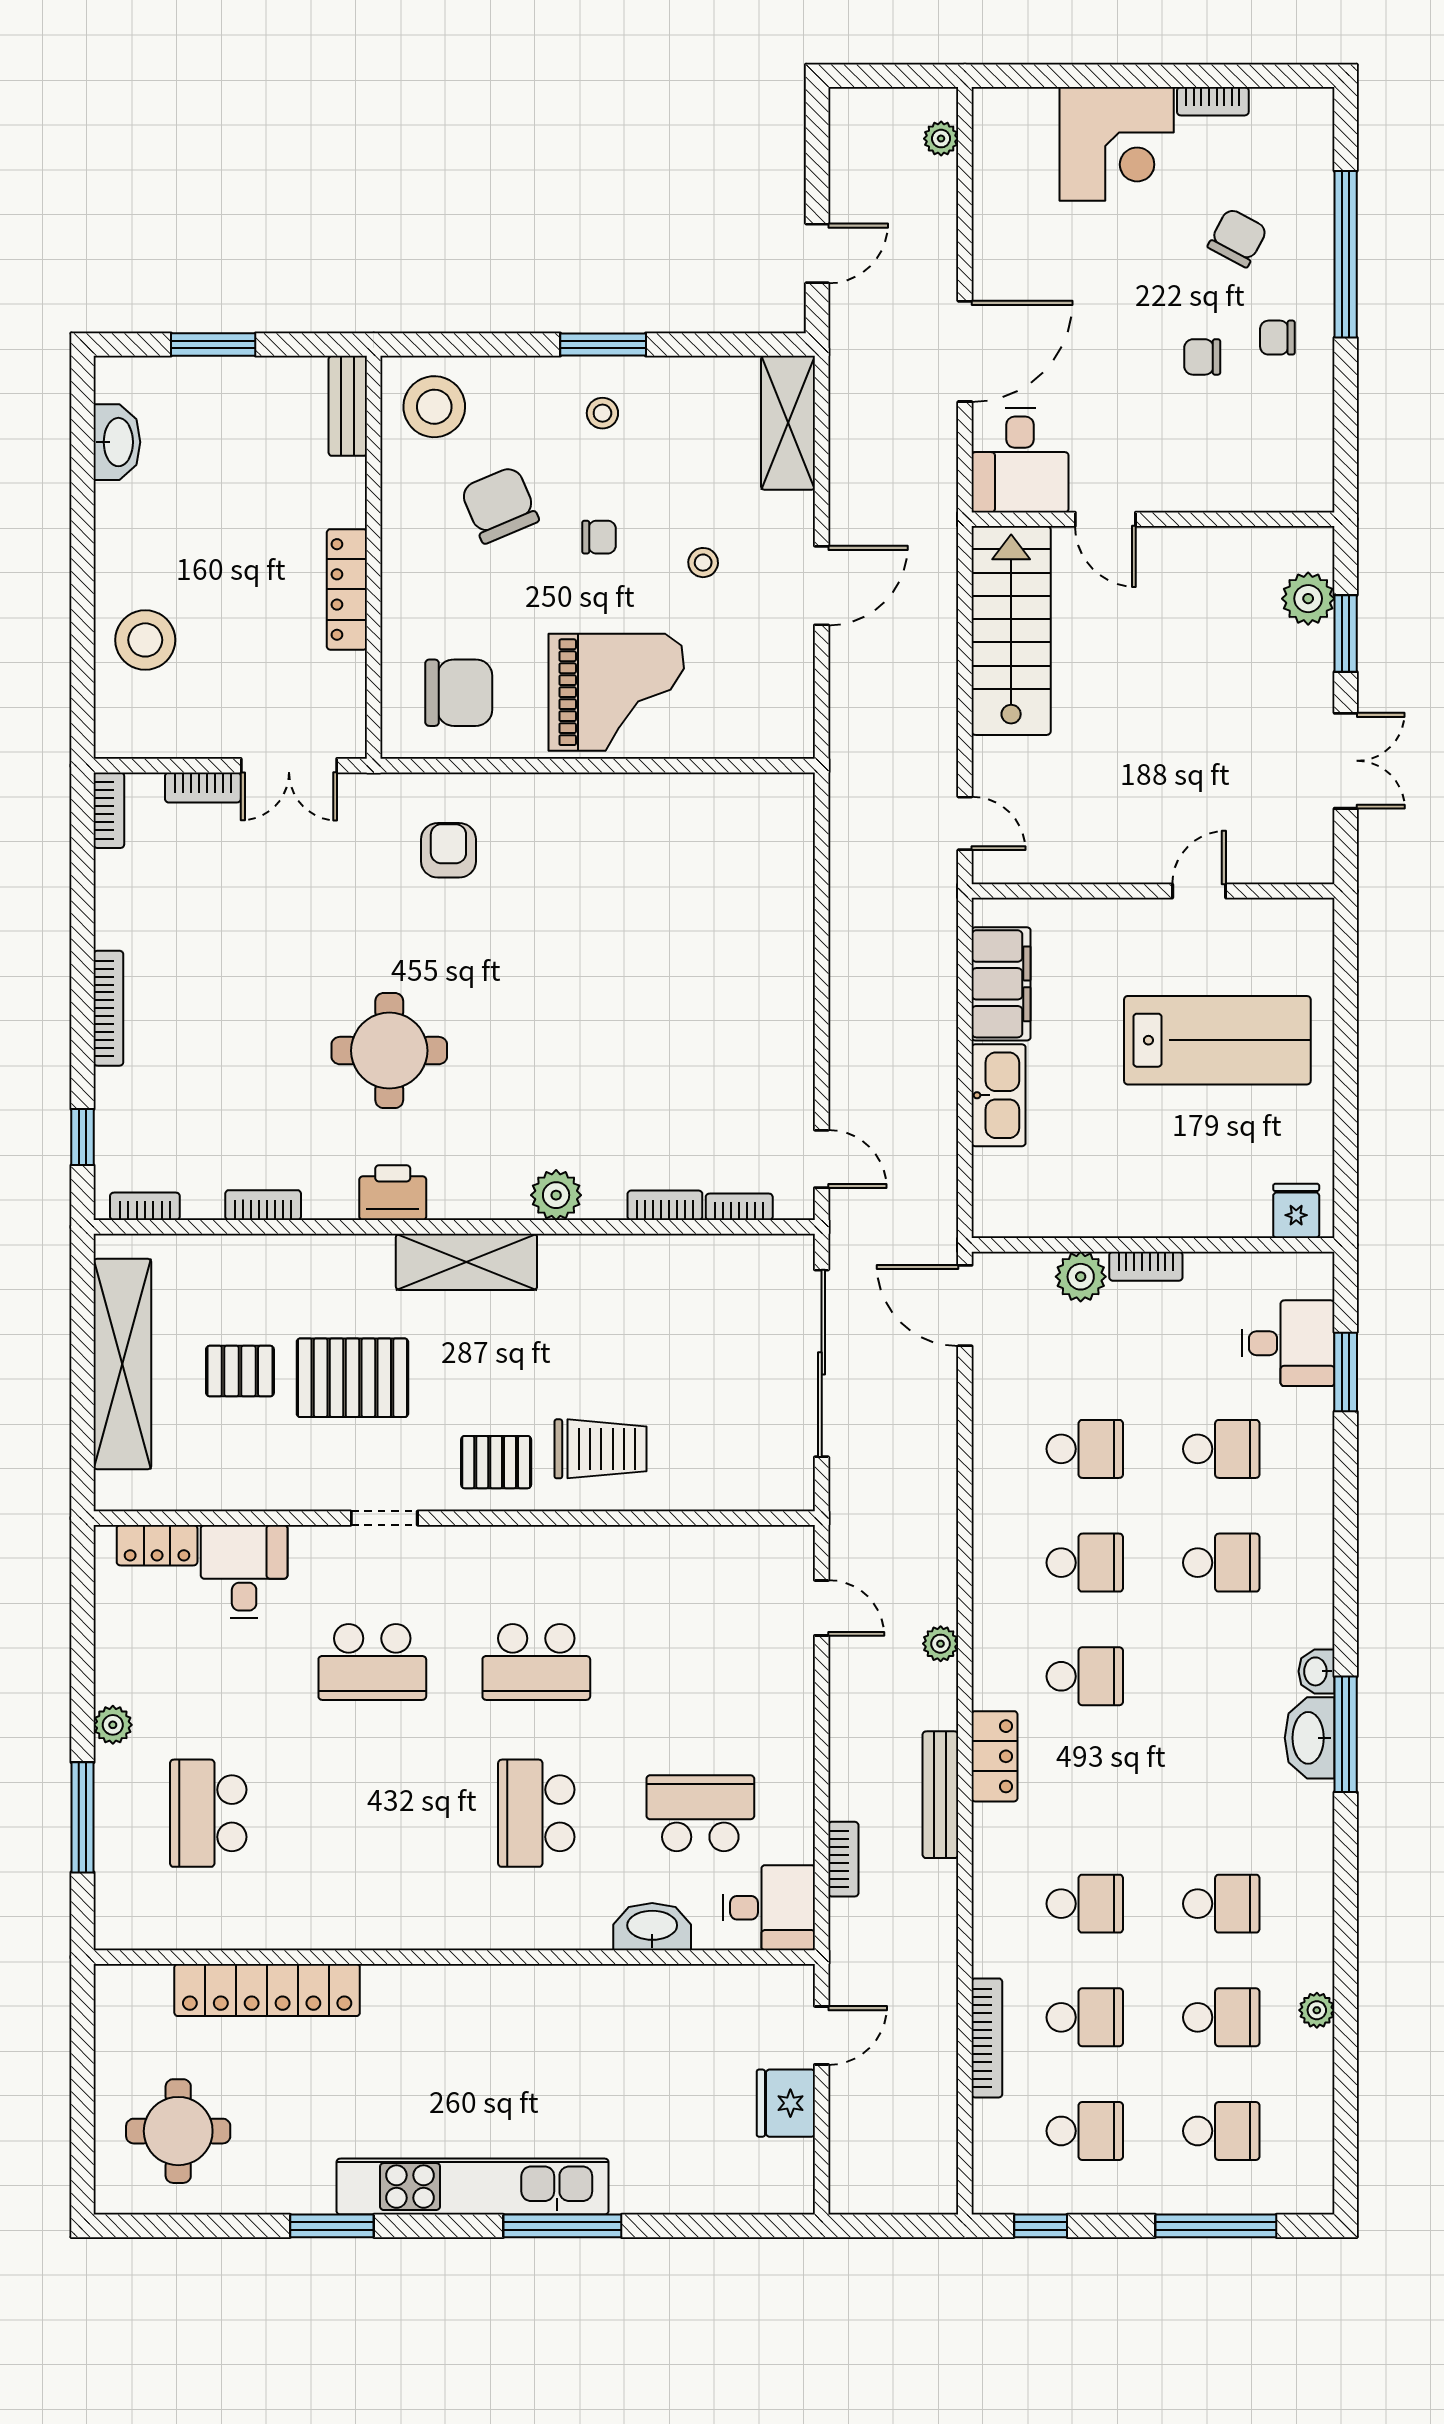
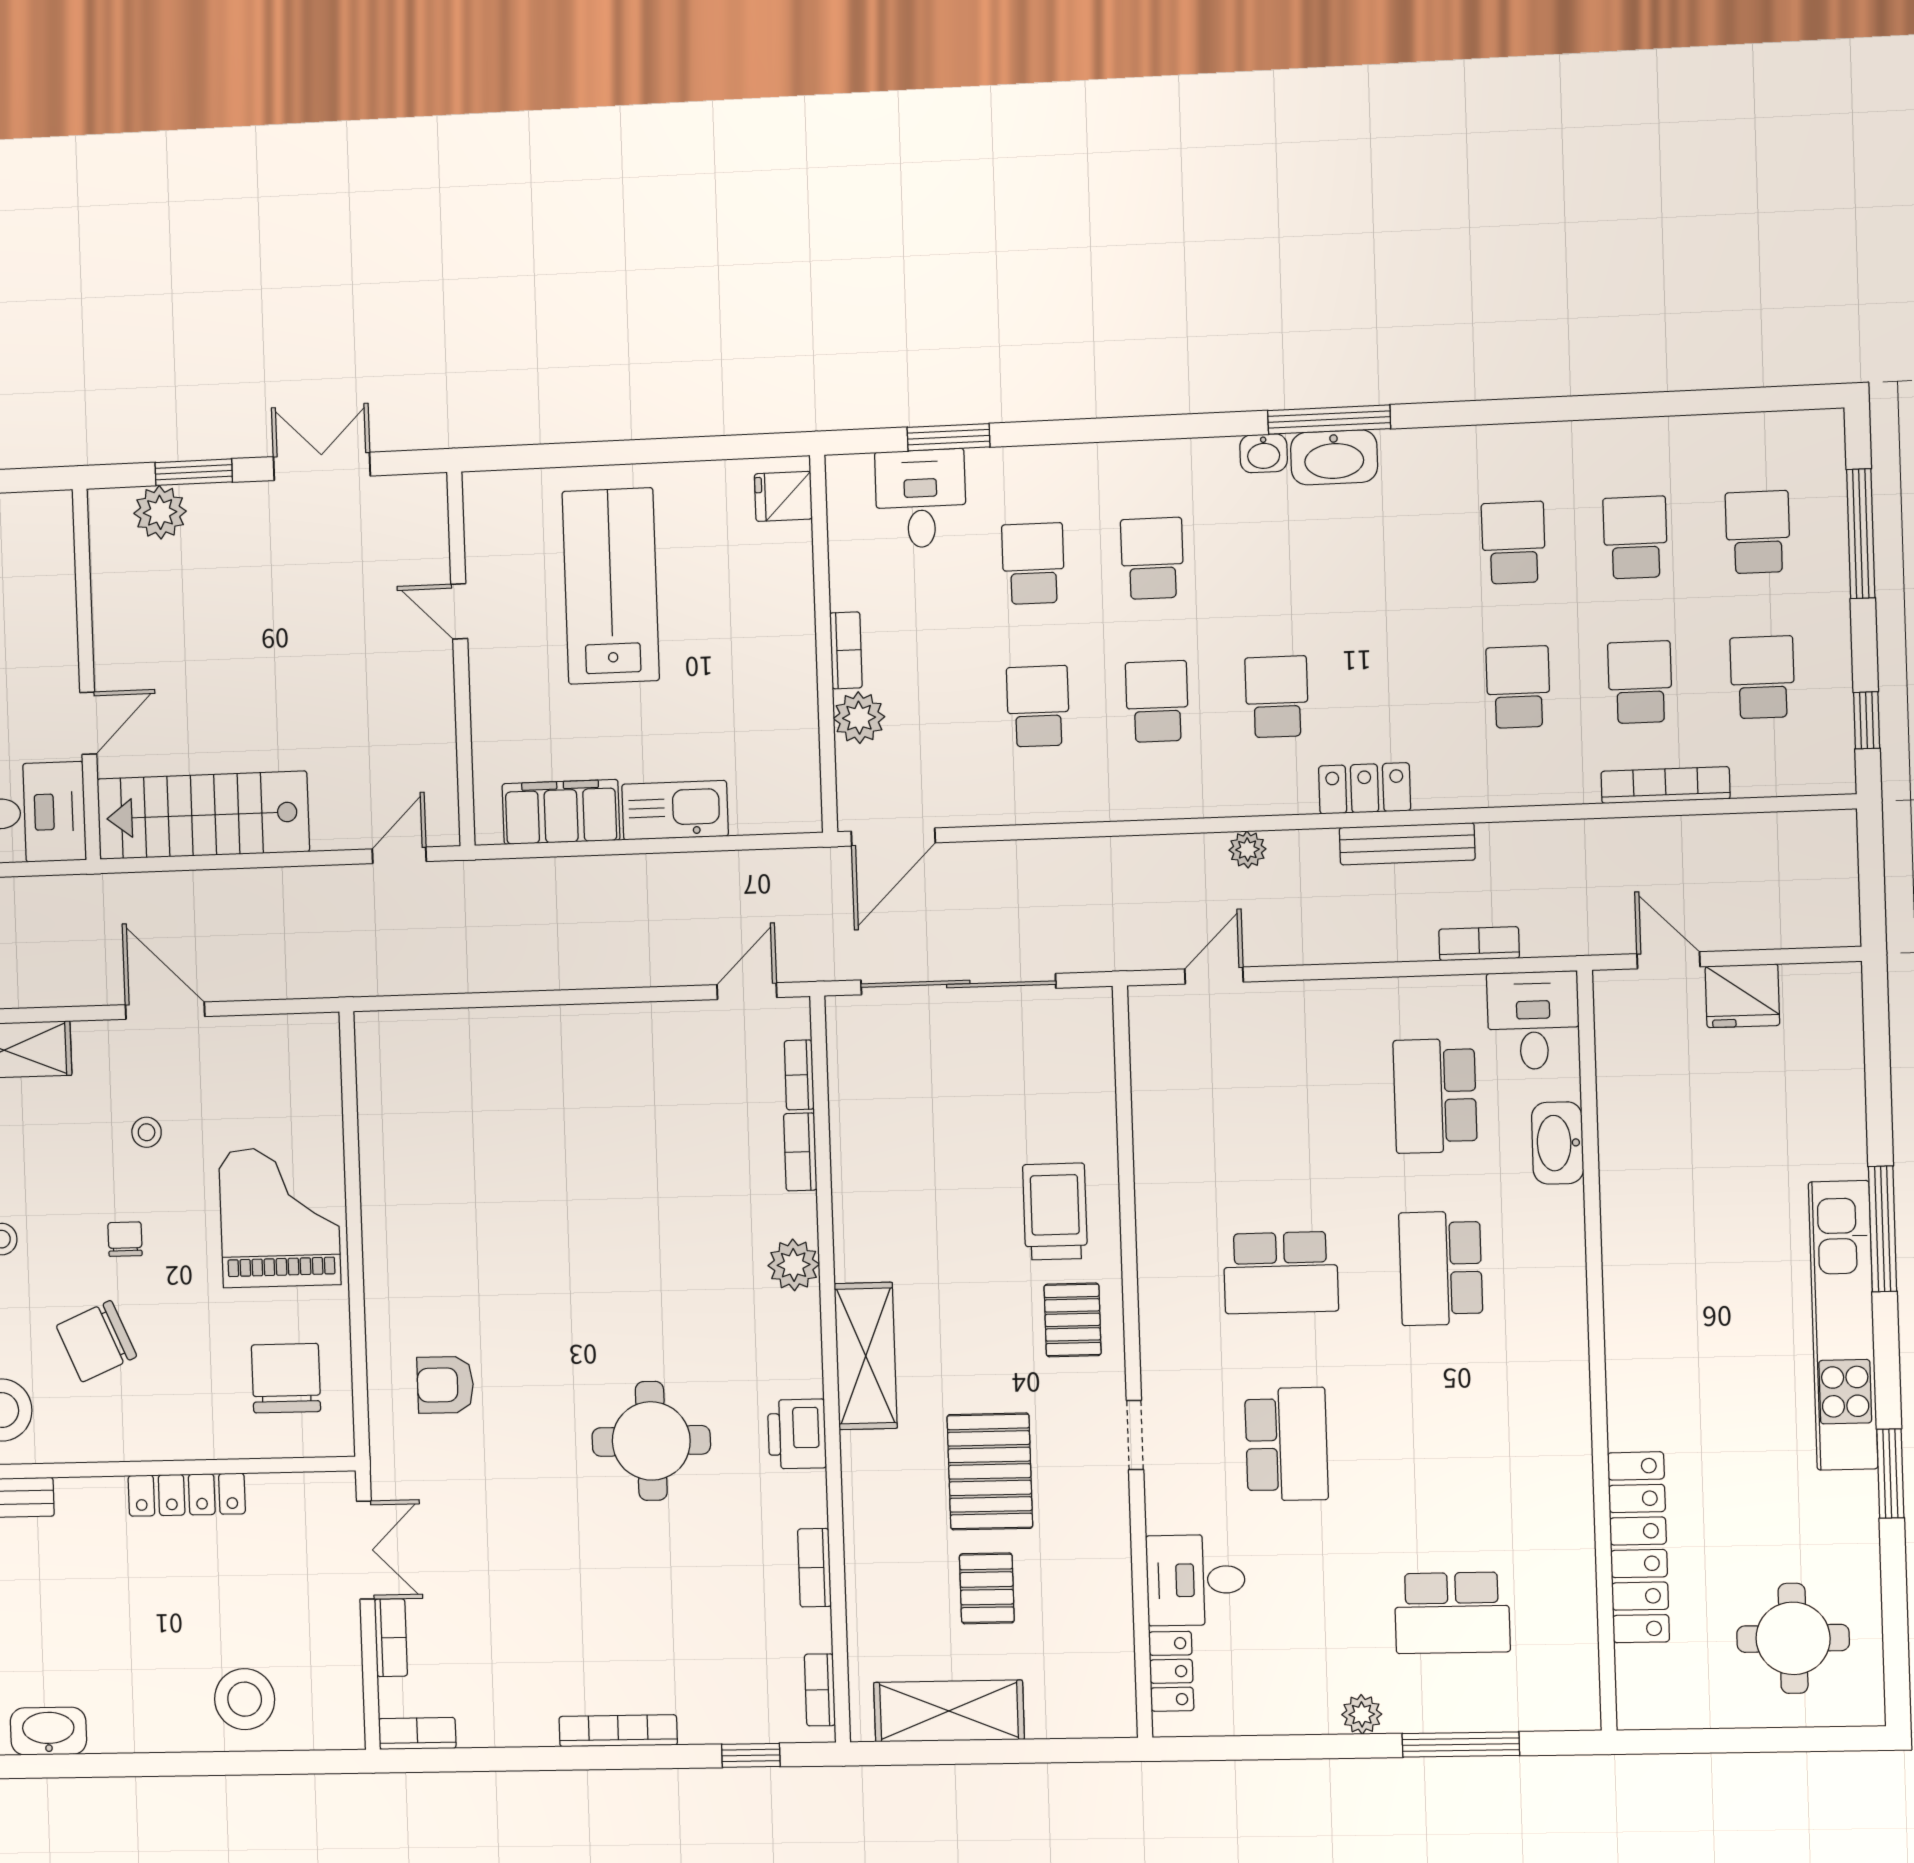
shelving: (122, 1364) -> (949, 1711), width x0.68
school desk: (536, 1662) -> (1281, 1273), turned 90
school desk: (536, 1813) -> (1441, 1268), turned 90
plant: (1317, 2010) -> (1624, 436), removed

